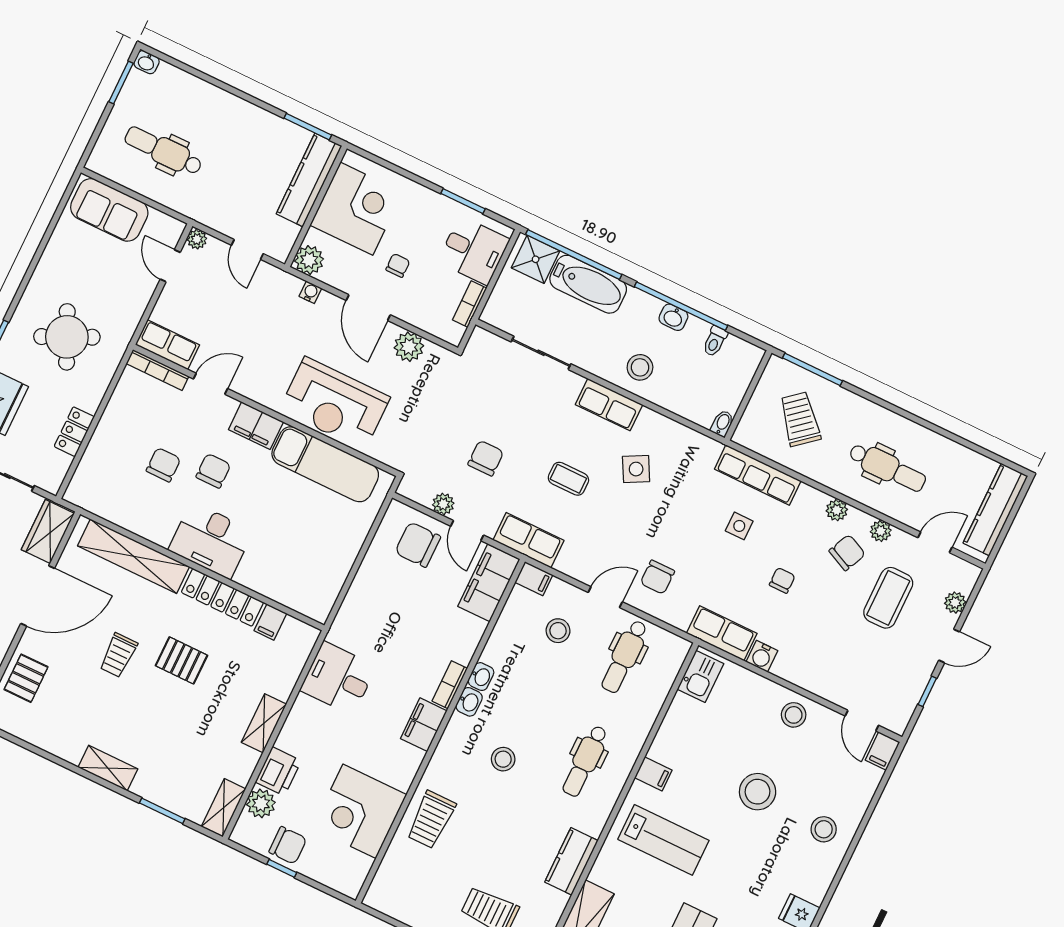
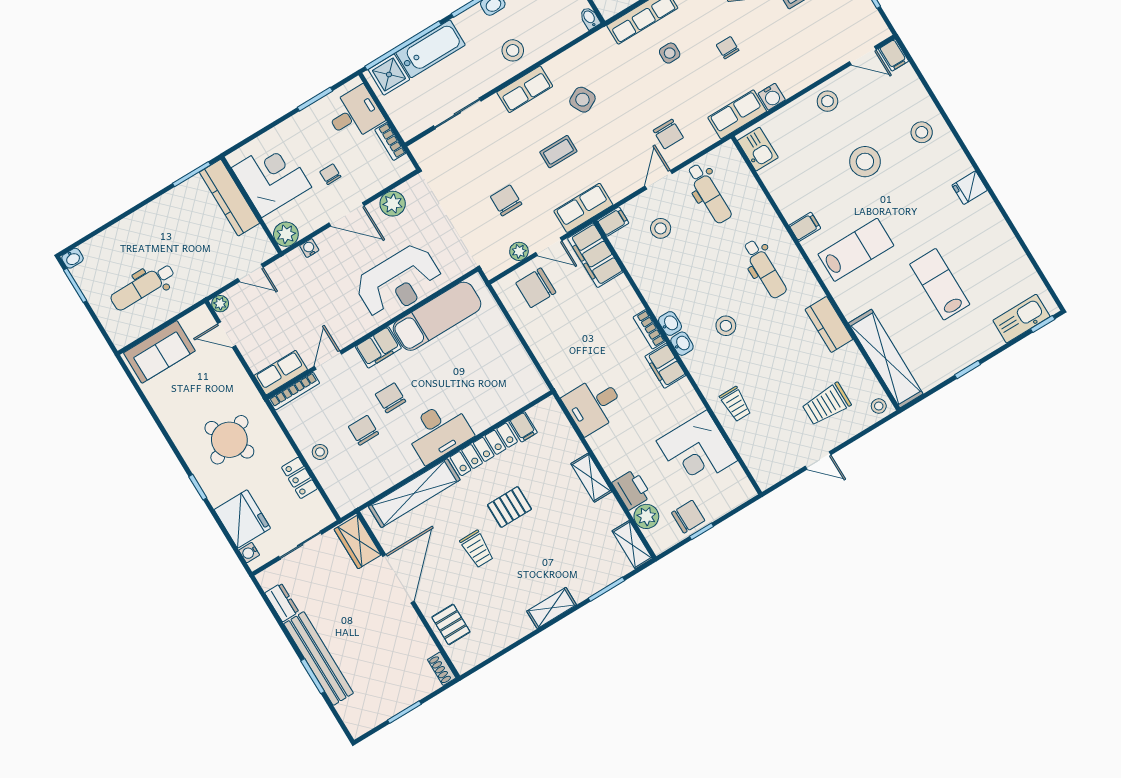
stool: (113, 435) -> (320, 452), added
washbasin: (481, 677) -> (682, 344), moved
trolley: (431, 820) -> (735, 404), width x0.73, depth x0.72

